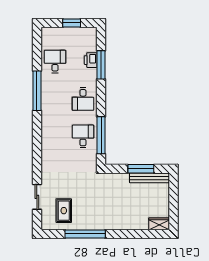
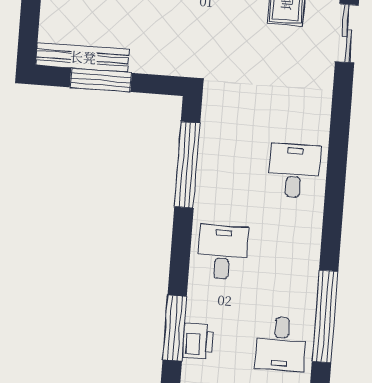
window: (37, 91) -> (325, 316), moved
desk: (83, 136) -> (294, 171), moved, turned 180

